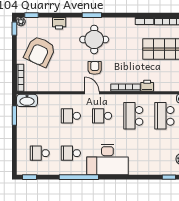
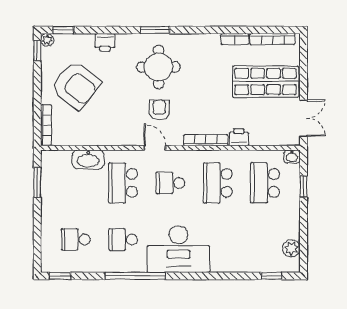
armchair: (40, 51) -> (76, 85), turned -77
washbasin: (27, 100) -> (88, 160), moved
school desk: (71, 116) -> (123, 183), width x1.85

